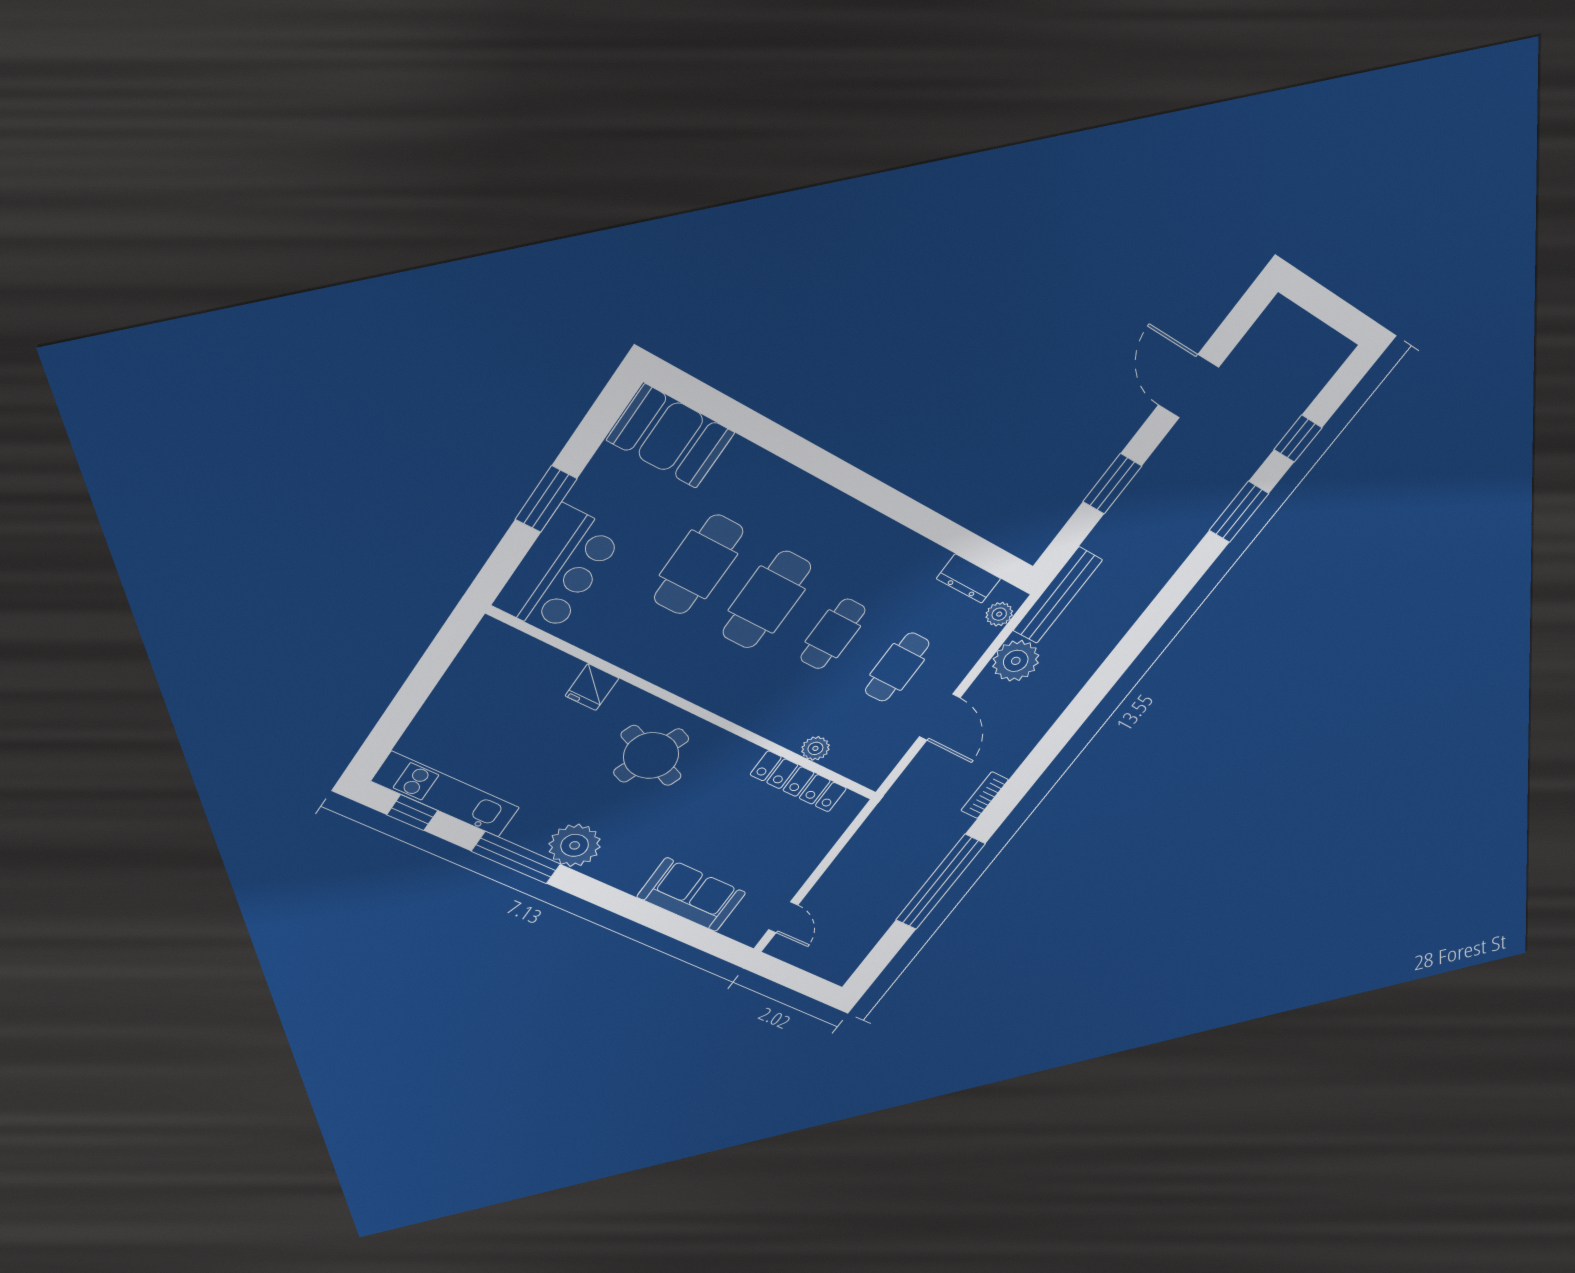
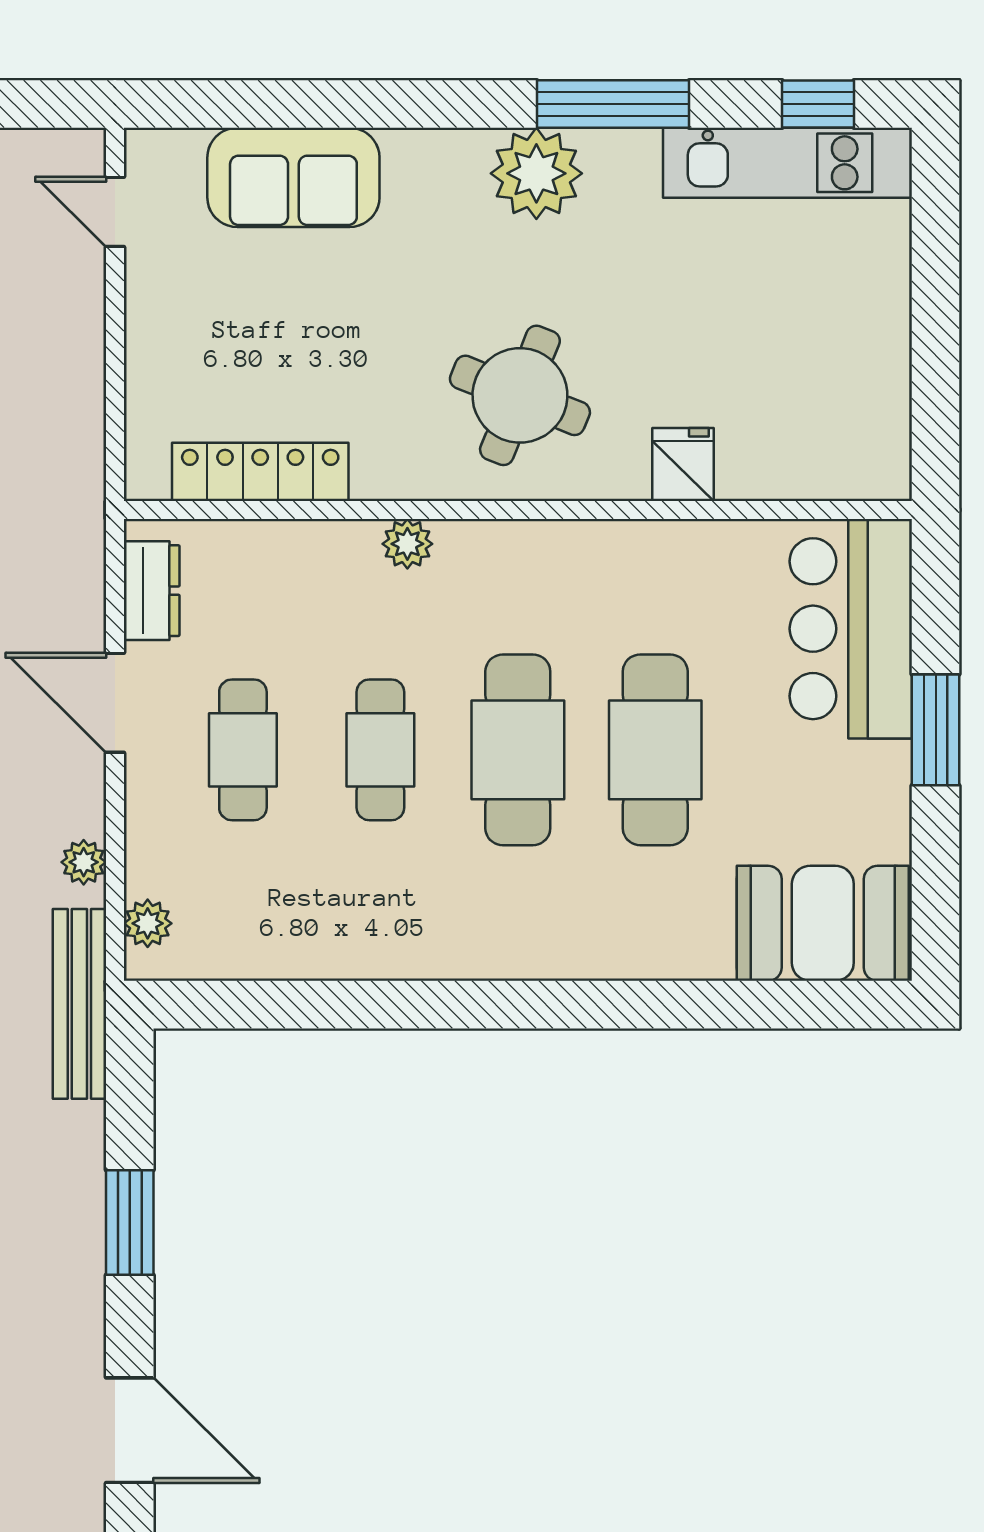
dresser: (968, 579) -> (152, 591), moved, turned 90
plant: (1016, 661) -> (84, 862), width x0.53, depth x0.53
plant: (815, 748) -> (407, 544), moved

